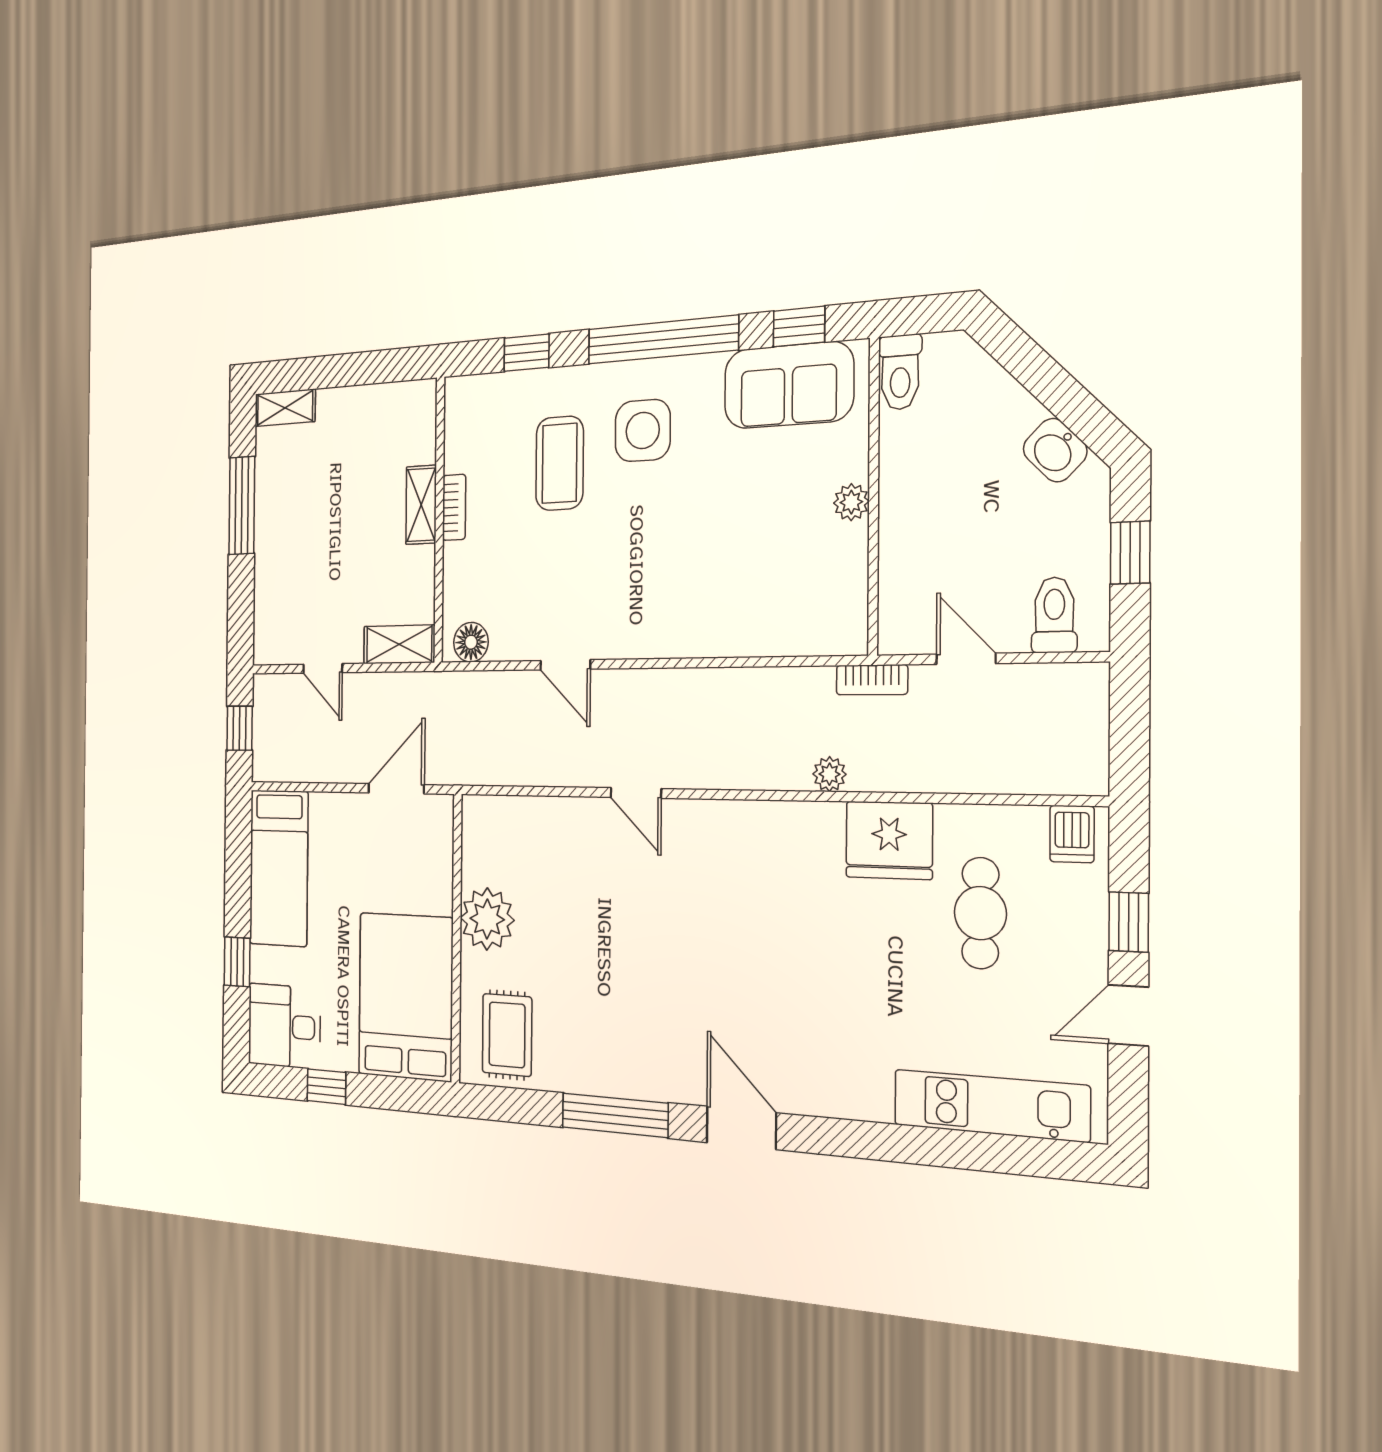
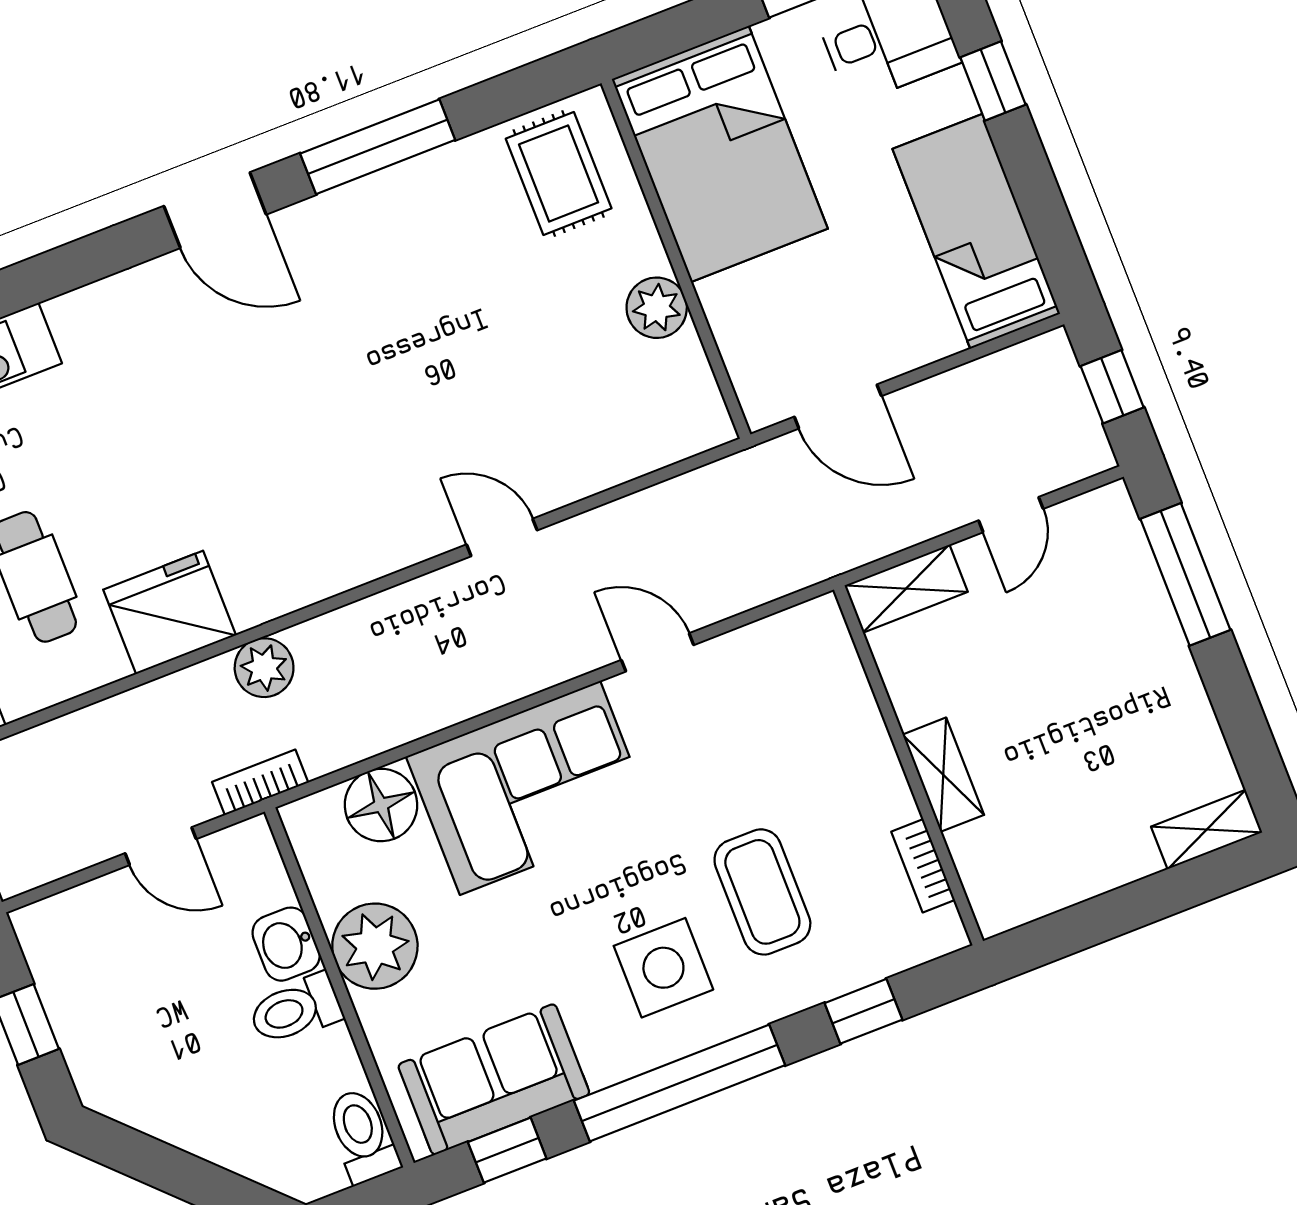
washbasin: (1055, 450) -> (286, 944), moved, turned -135
plant: (851, 502) -> (375, 946), width x1.87, depth x1.87
window: (242, 505) -> (1185, 574), moved
bookcase: (454, 507) -> (923, 866), moved
corner sofa: (684, 599) -> (530, 788), added
toilet: (1054, 615) -> (295, 1009), moved, turned 90
floor lamp: (471, 642) -> (381, 805), moved, width x1.38, depth x1.38
door: (323, 668) -> (1011, 515), swing flipped
plant: (829, 774) -> (264, 668), width x1.38, depth x1.38
door: (396, 789) -> (838, 406), hinge flipped
plant: (487, 919) -> (657, 308), width x0.73, depth x0.73

